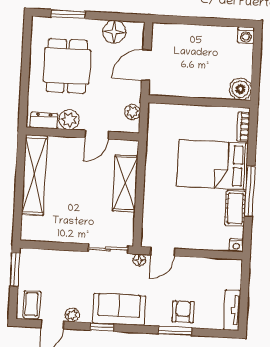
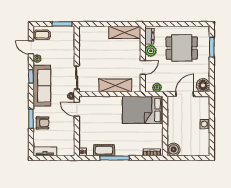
floor lamp: (114, 32) -> (203, 85), moved
washing machine: (246, 35) -> (205, 124), moved
door: (146, 65) -> (185, 94), hinge flipped
door: (97, 135) -> (143, 67), swing flipped
bed: (213, 165) -> (143, 110), moved, turned -90
shelving: (34, 175) -> (125, 32), width x0.68
sofa: (119, 309) -> (42, 86), width x1.36

